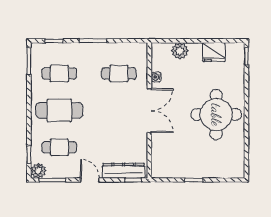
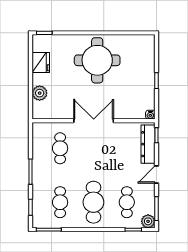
water cooler: (156, 77) -> (150, 115), moved

